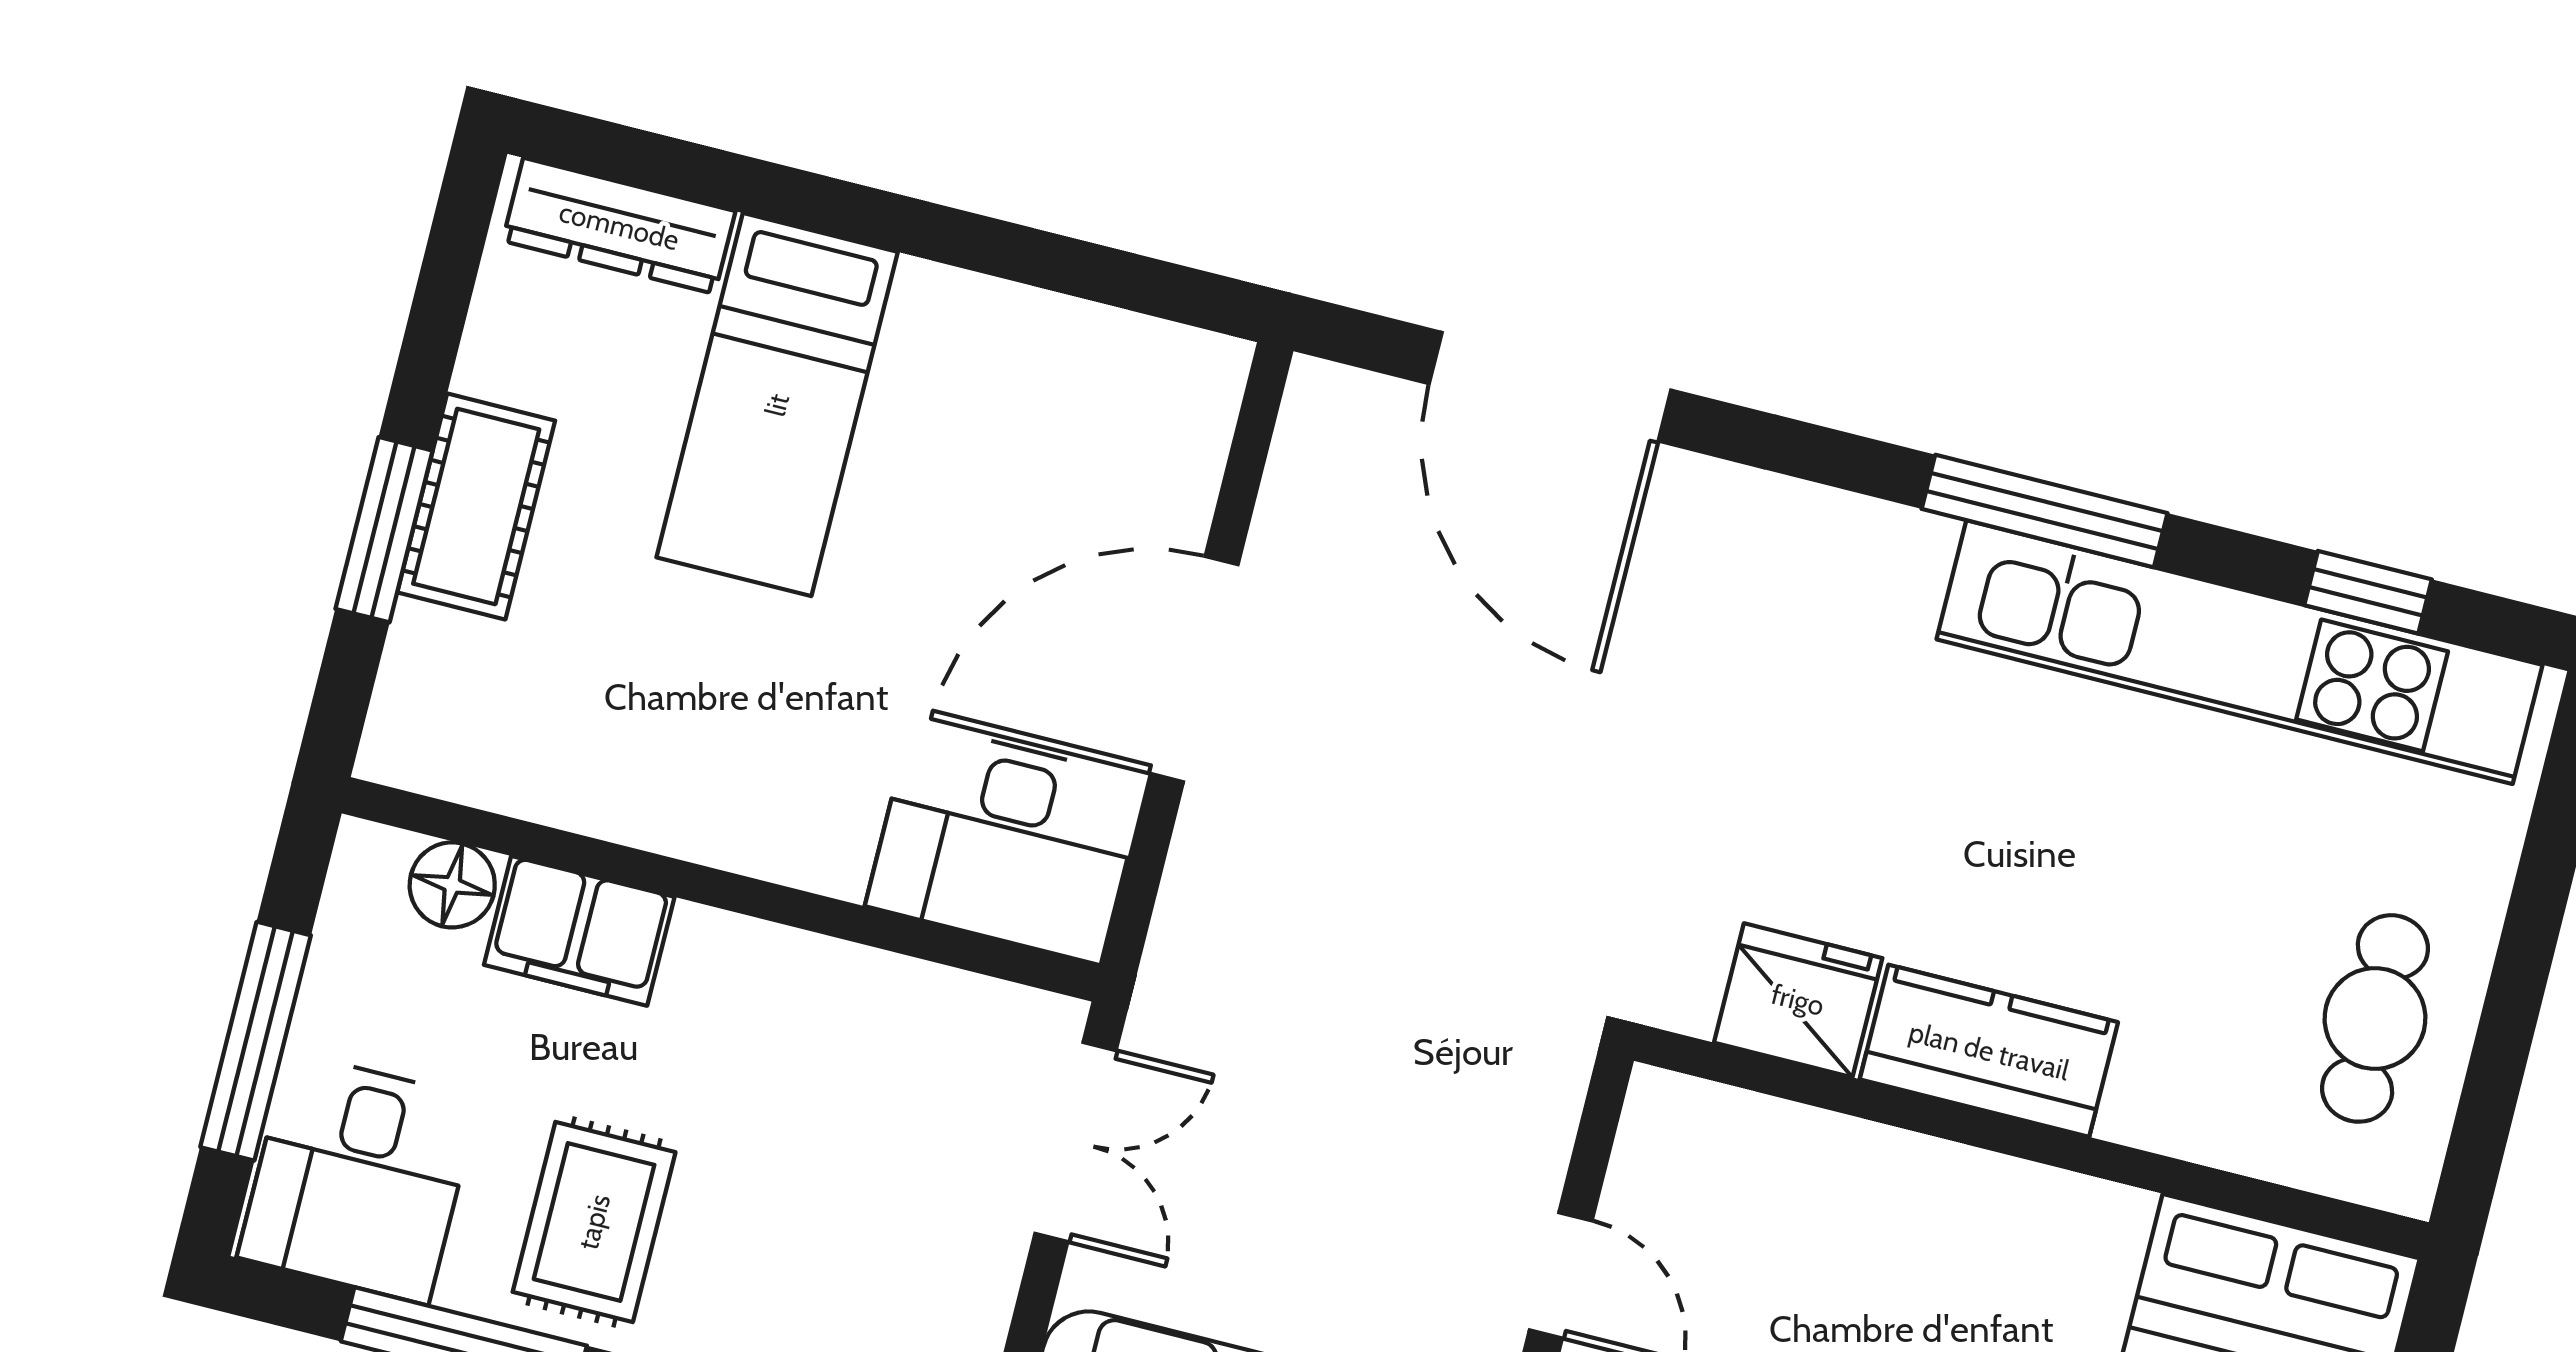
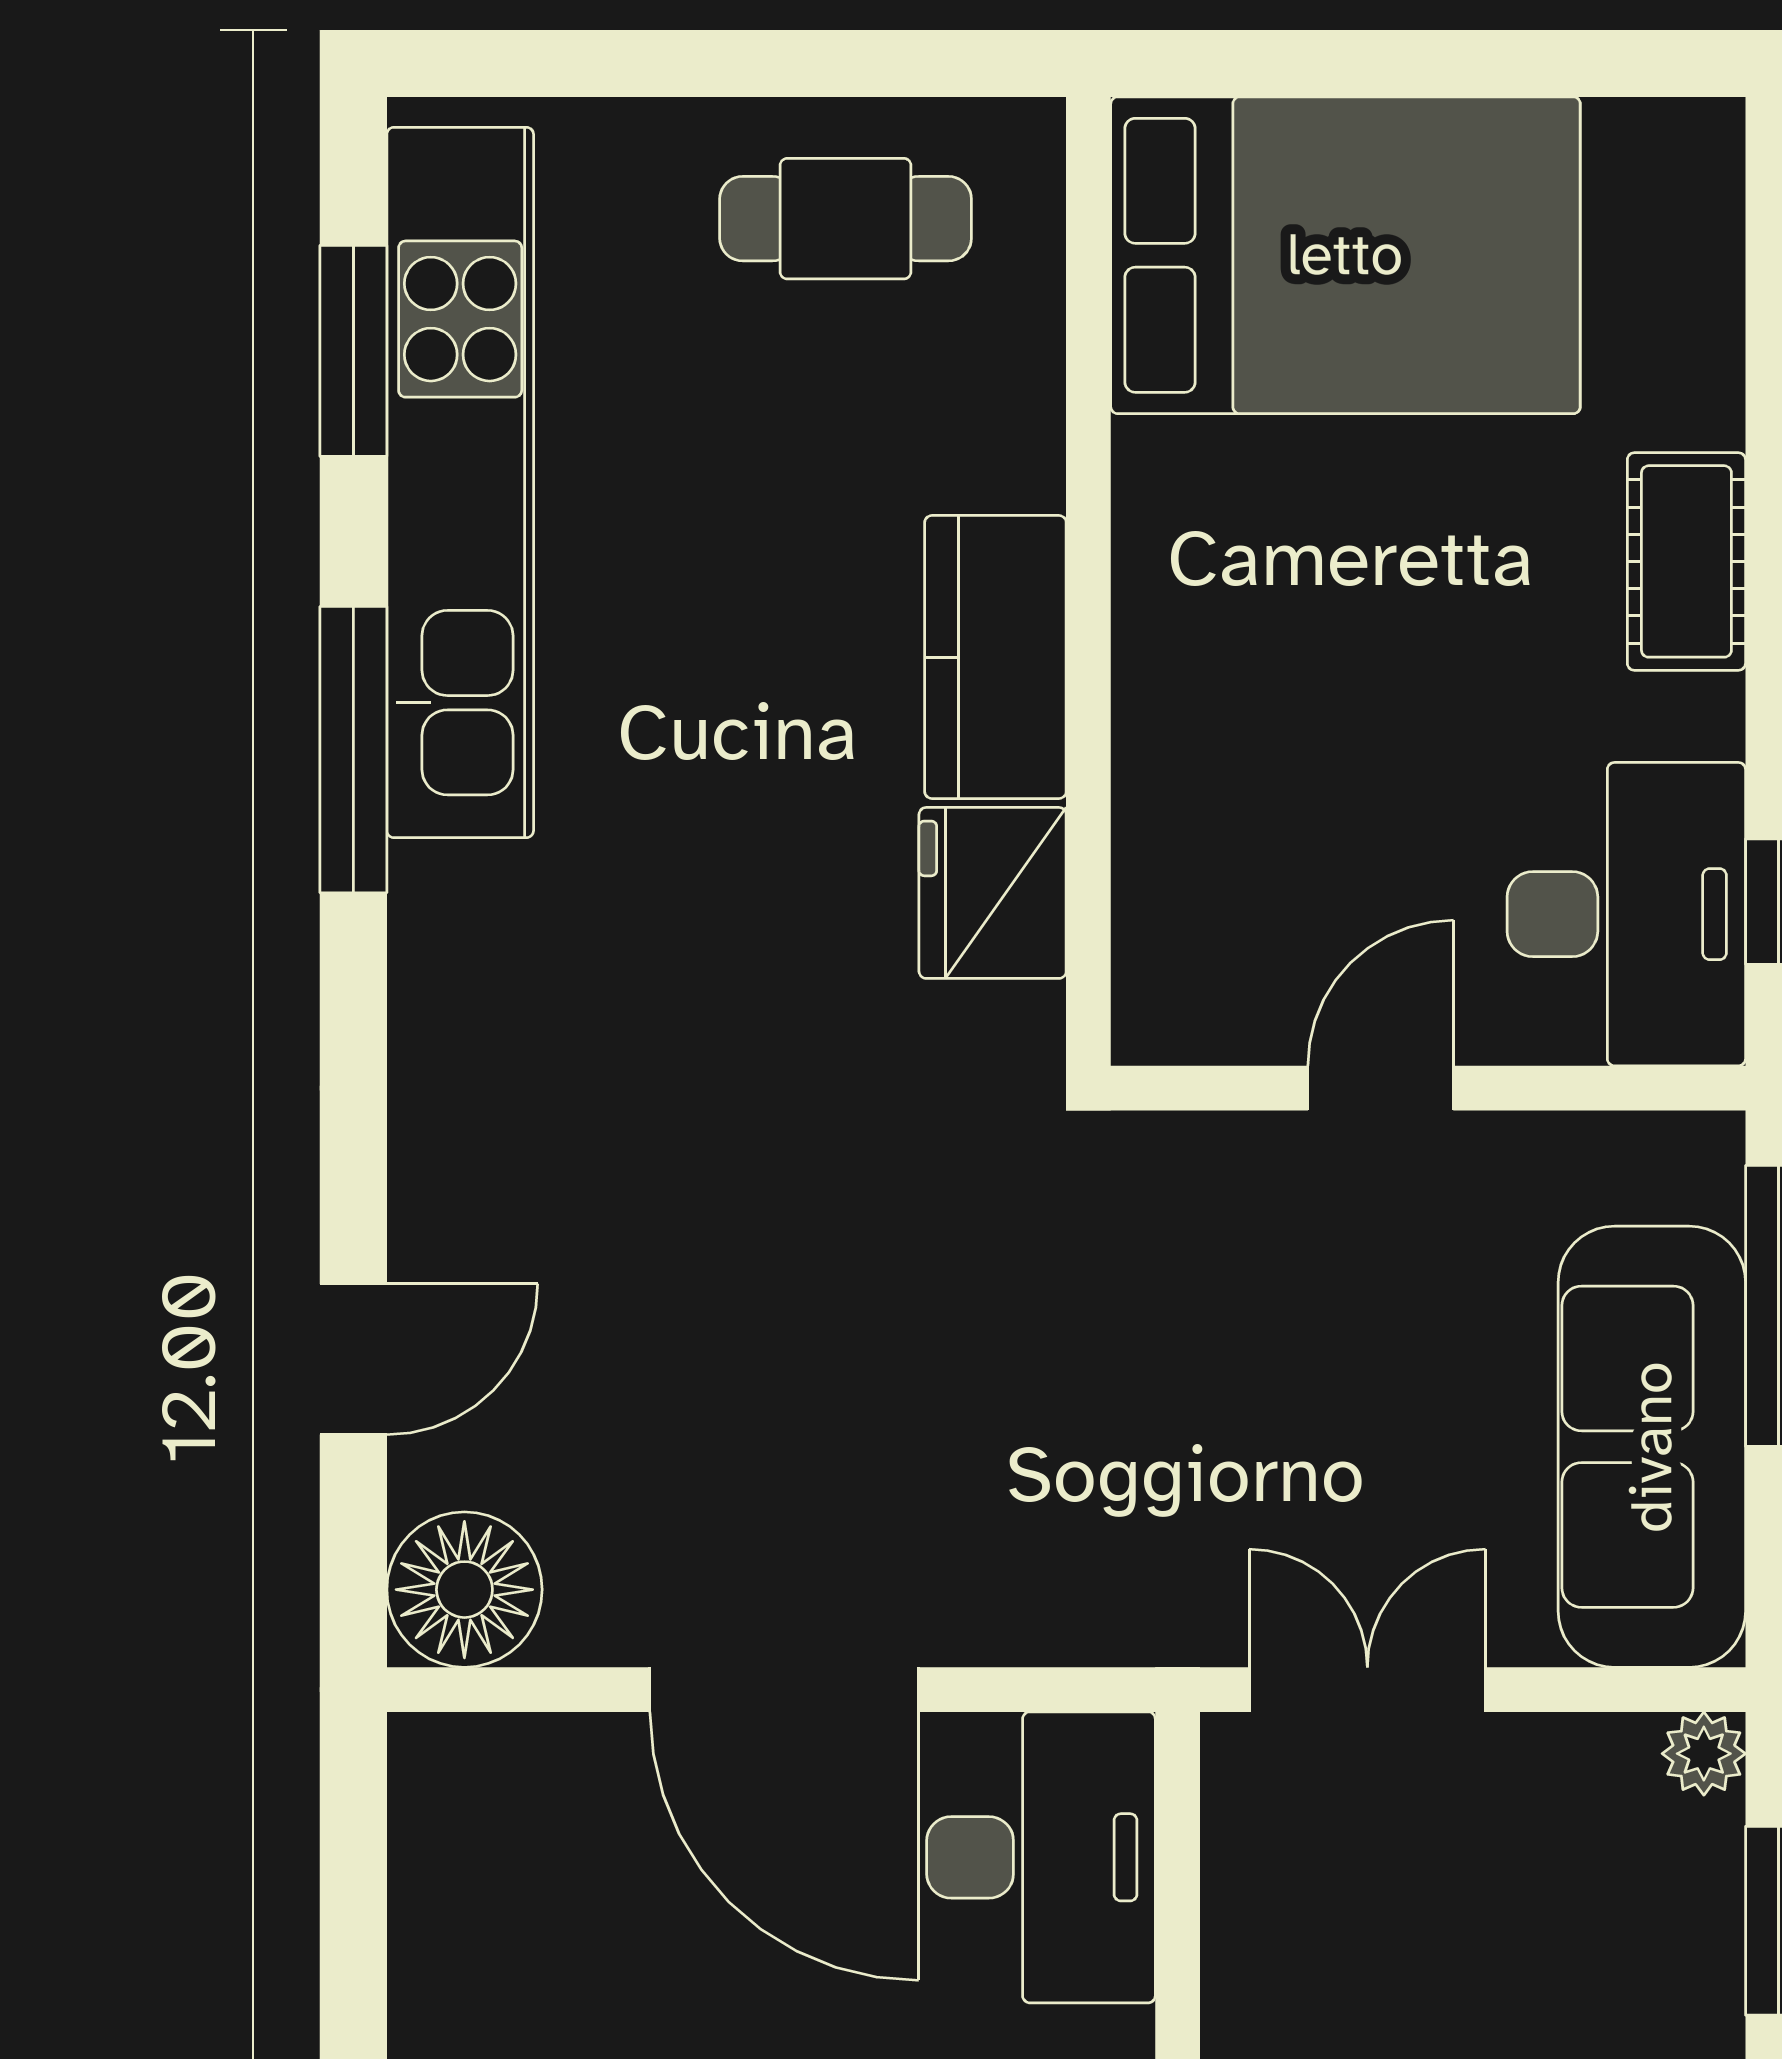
door: (1550, 387) -> (353, 1359), width x0.53
floor lamp: (1341, 430) -> (464, 1590), added
window: (2368, 592) -> (353, 351), width x1.50

